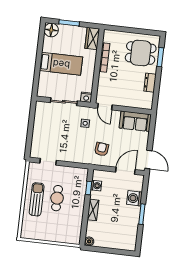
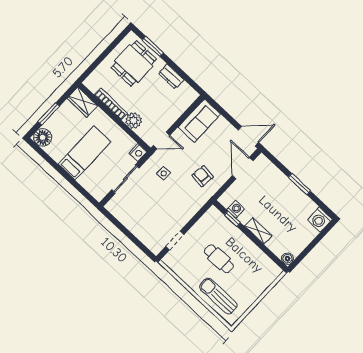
plant: (104, 80) -> (133, 120), added
washing machine: (134, 198) -> (320, 220), moved
sun lounger: (37, 199) -> (218, 296), moved

